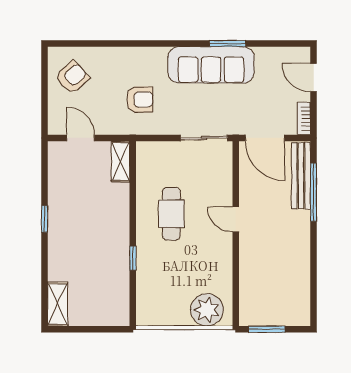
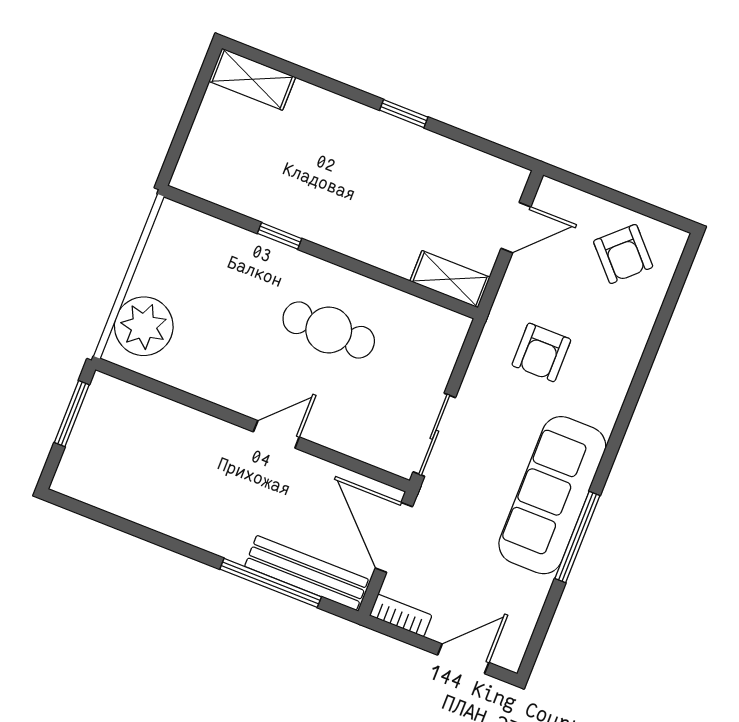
window: (228, 43) -> (577, 537), width x1.44
door: (265, 138) -> (394, 537), hinge flipped

